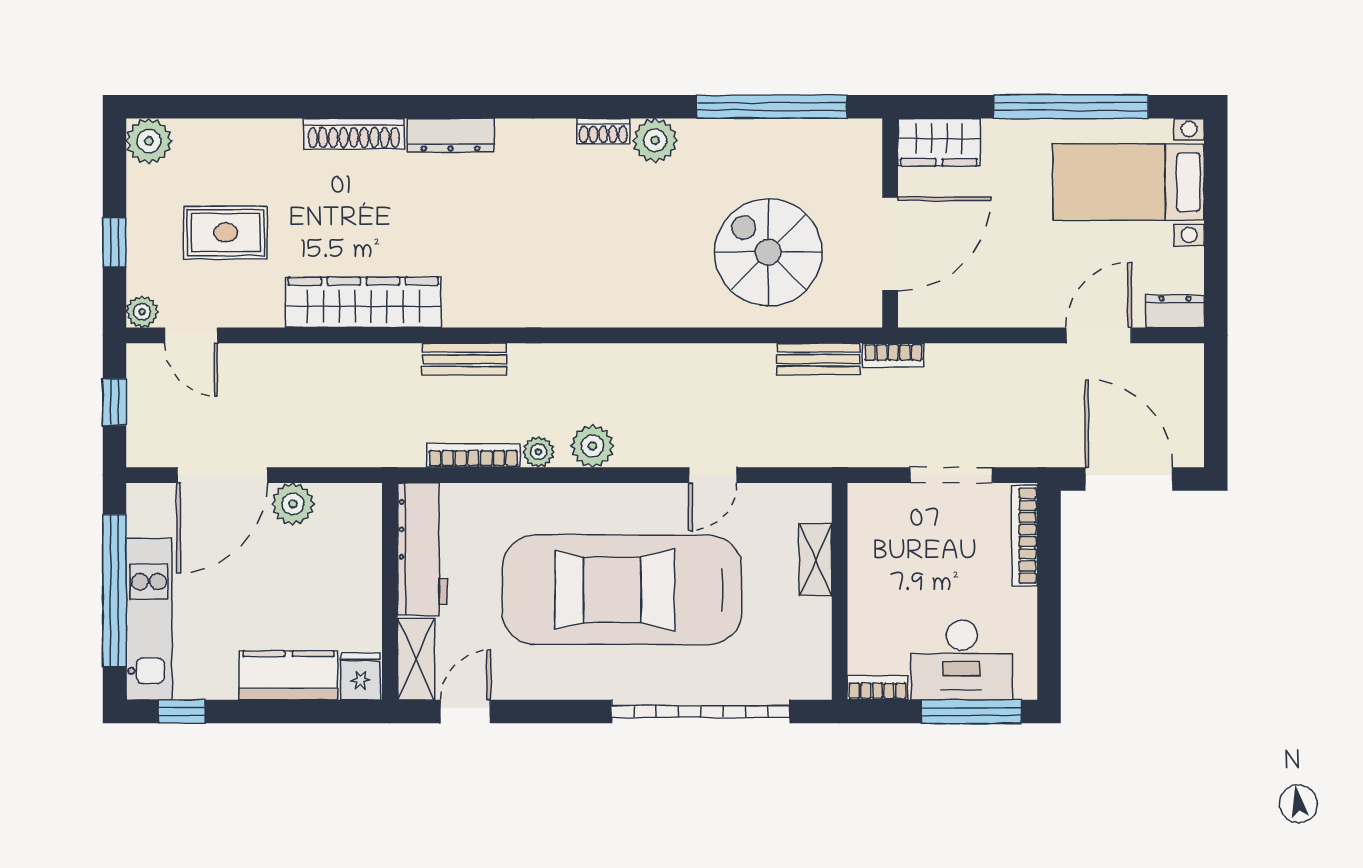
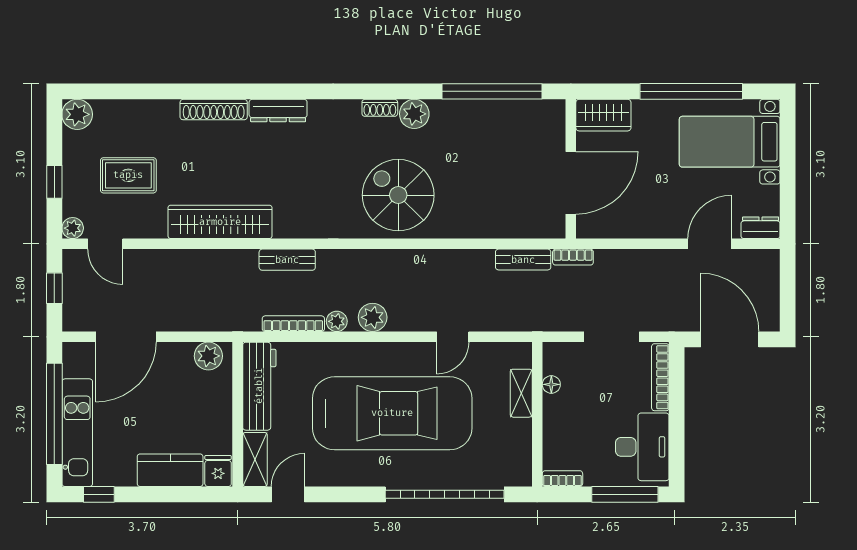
spiral stairs: (768, 252) -> (398, 195), moved
plant: (293, 504) -> (208, 356), moved
floor lamp: (861, 547) -> (551, 384), added
car: (622, 590) -> (392, 413), turned 180
desk: (962, 660) -> (642, 447), moved, turned -90

